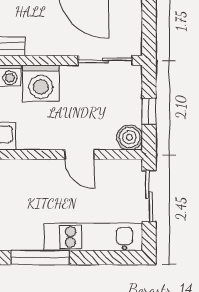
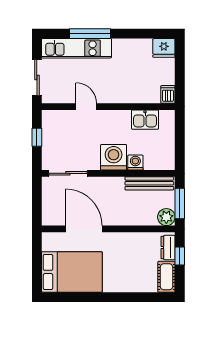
boiler: (130, 137) -> (51, 119), removed
window: (40, 258) -> (90, 34), moved

